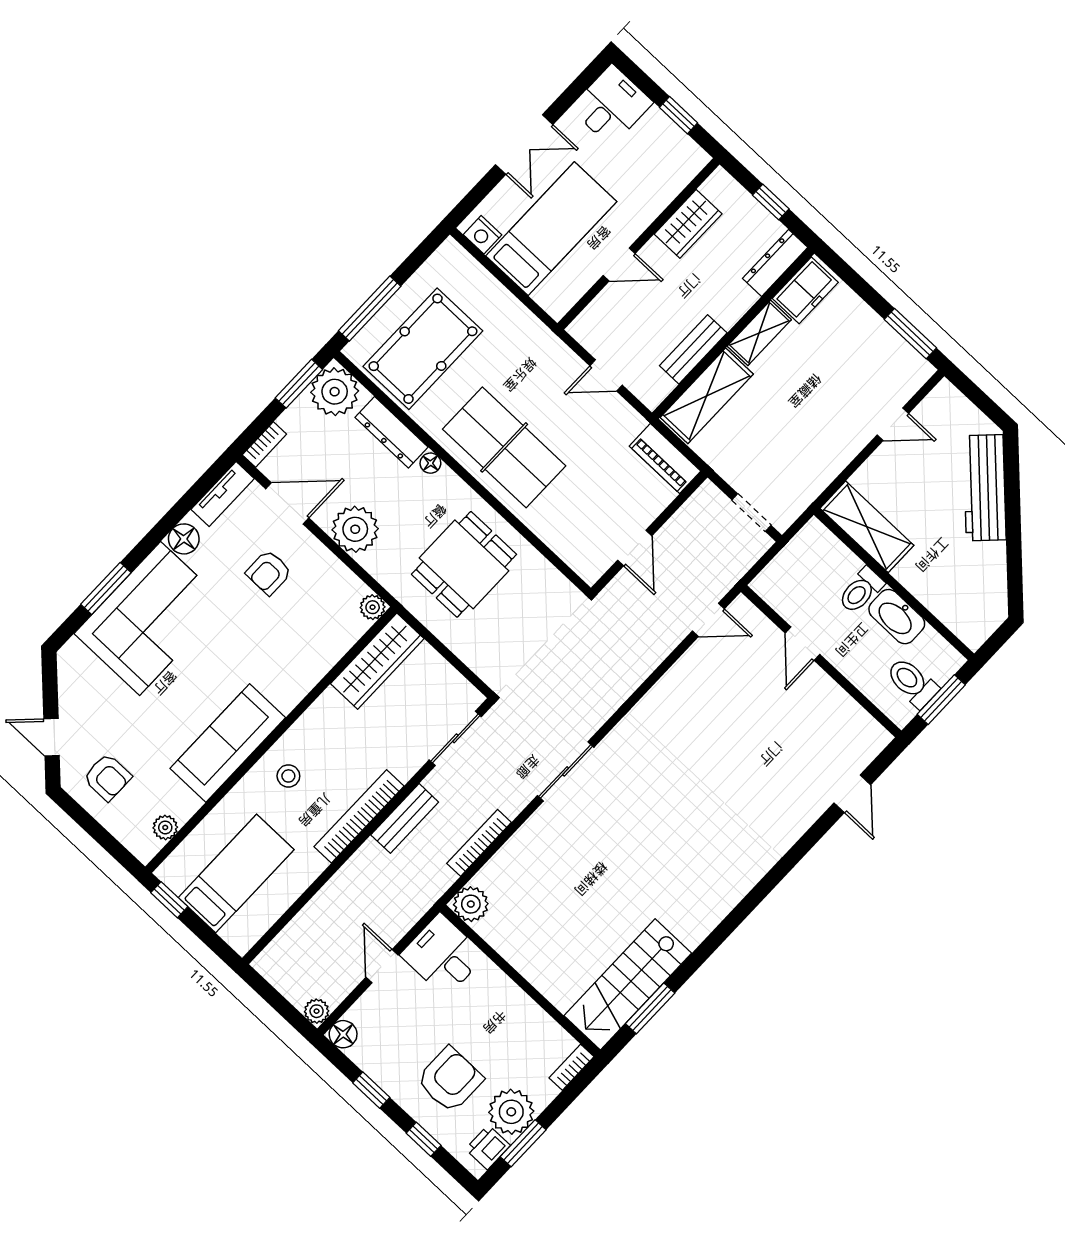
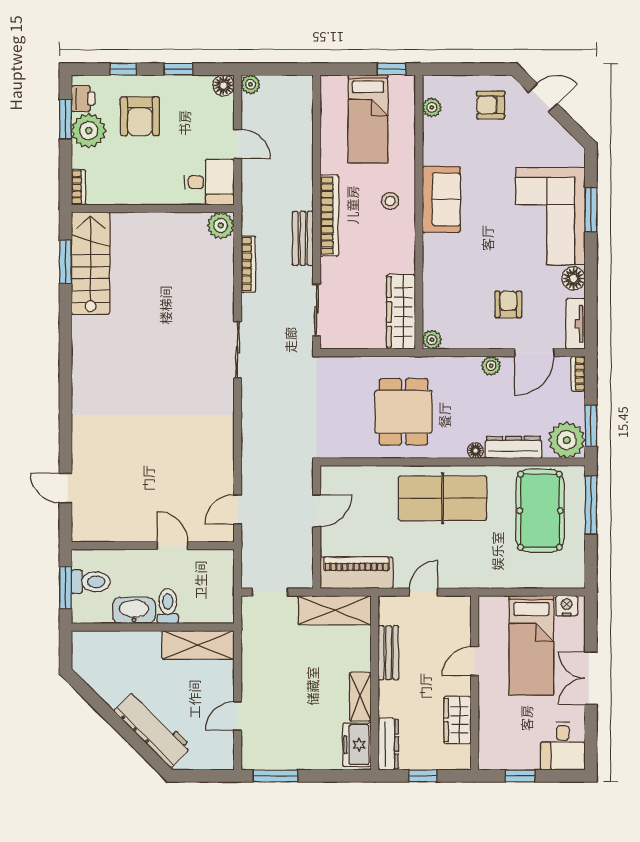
shelving: (707, 396) -> (335, 610), moved, turned 90
piano: (665, 459) -> (357, 573), width x1.37, depth x1.33
plant: (355, 529) -> (491, 366), width x0.53, depth x0.53
door: (635, 548) -> (317, 511), swing flipped
sofa: (228, 743) -> (441, 199), width x0.73

